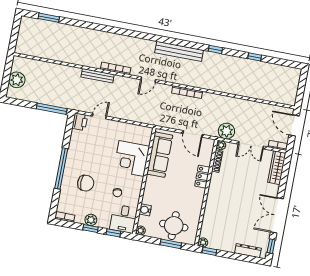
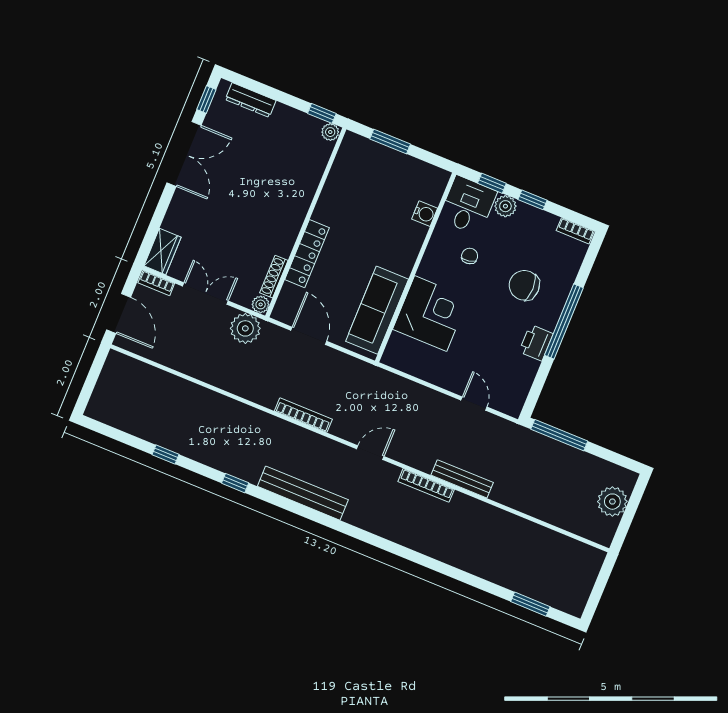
door: (99, 116) -> (474, 404), swing flipped
printer: (80, 122) -> (536, 343), moved
wardrobe: (277, 168) -> (162, 252), width x0.67
locker: (202, 177) -> (307, 254), width x1.53
plant: (91, 220) -> (505, 206), moved
round table: (174, 226) -> (378, 174), removed
plant: (141, 231) -> (441, 177), removed

